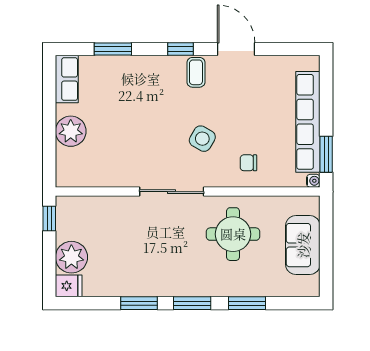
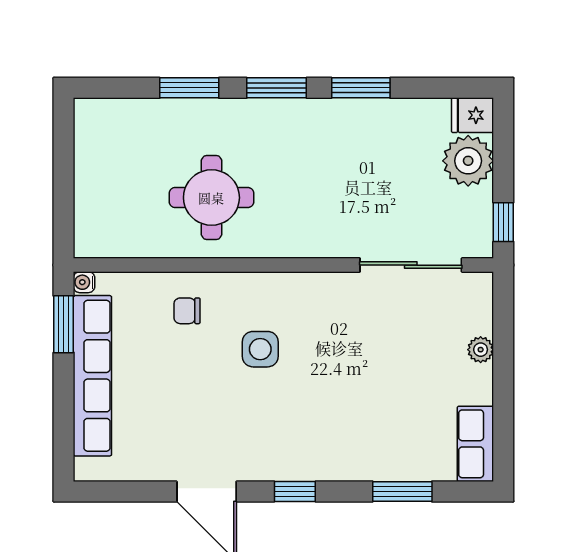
coffee table: (196, 72) -> (270, 454), removed
plant: (71, 131) -> (481, 350), width x0.53, depth x0.53
side table: (202, 139) -> (260, 349), turned -30
chair: (248, 163) -> (187, 311), turned 180
sliding door: (172, 192) -> (411, 265), moved
sofa: (303, 245) -> (101, 180), removed

